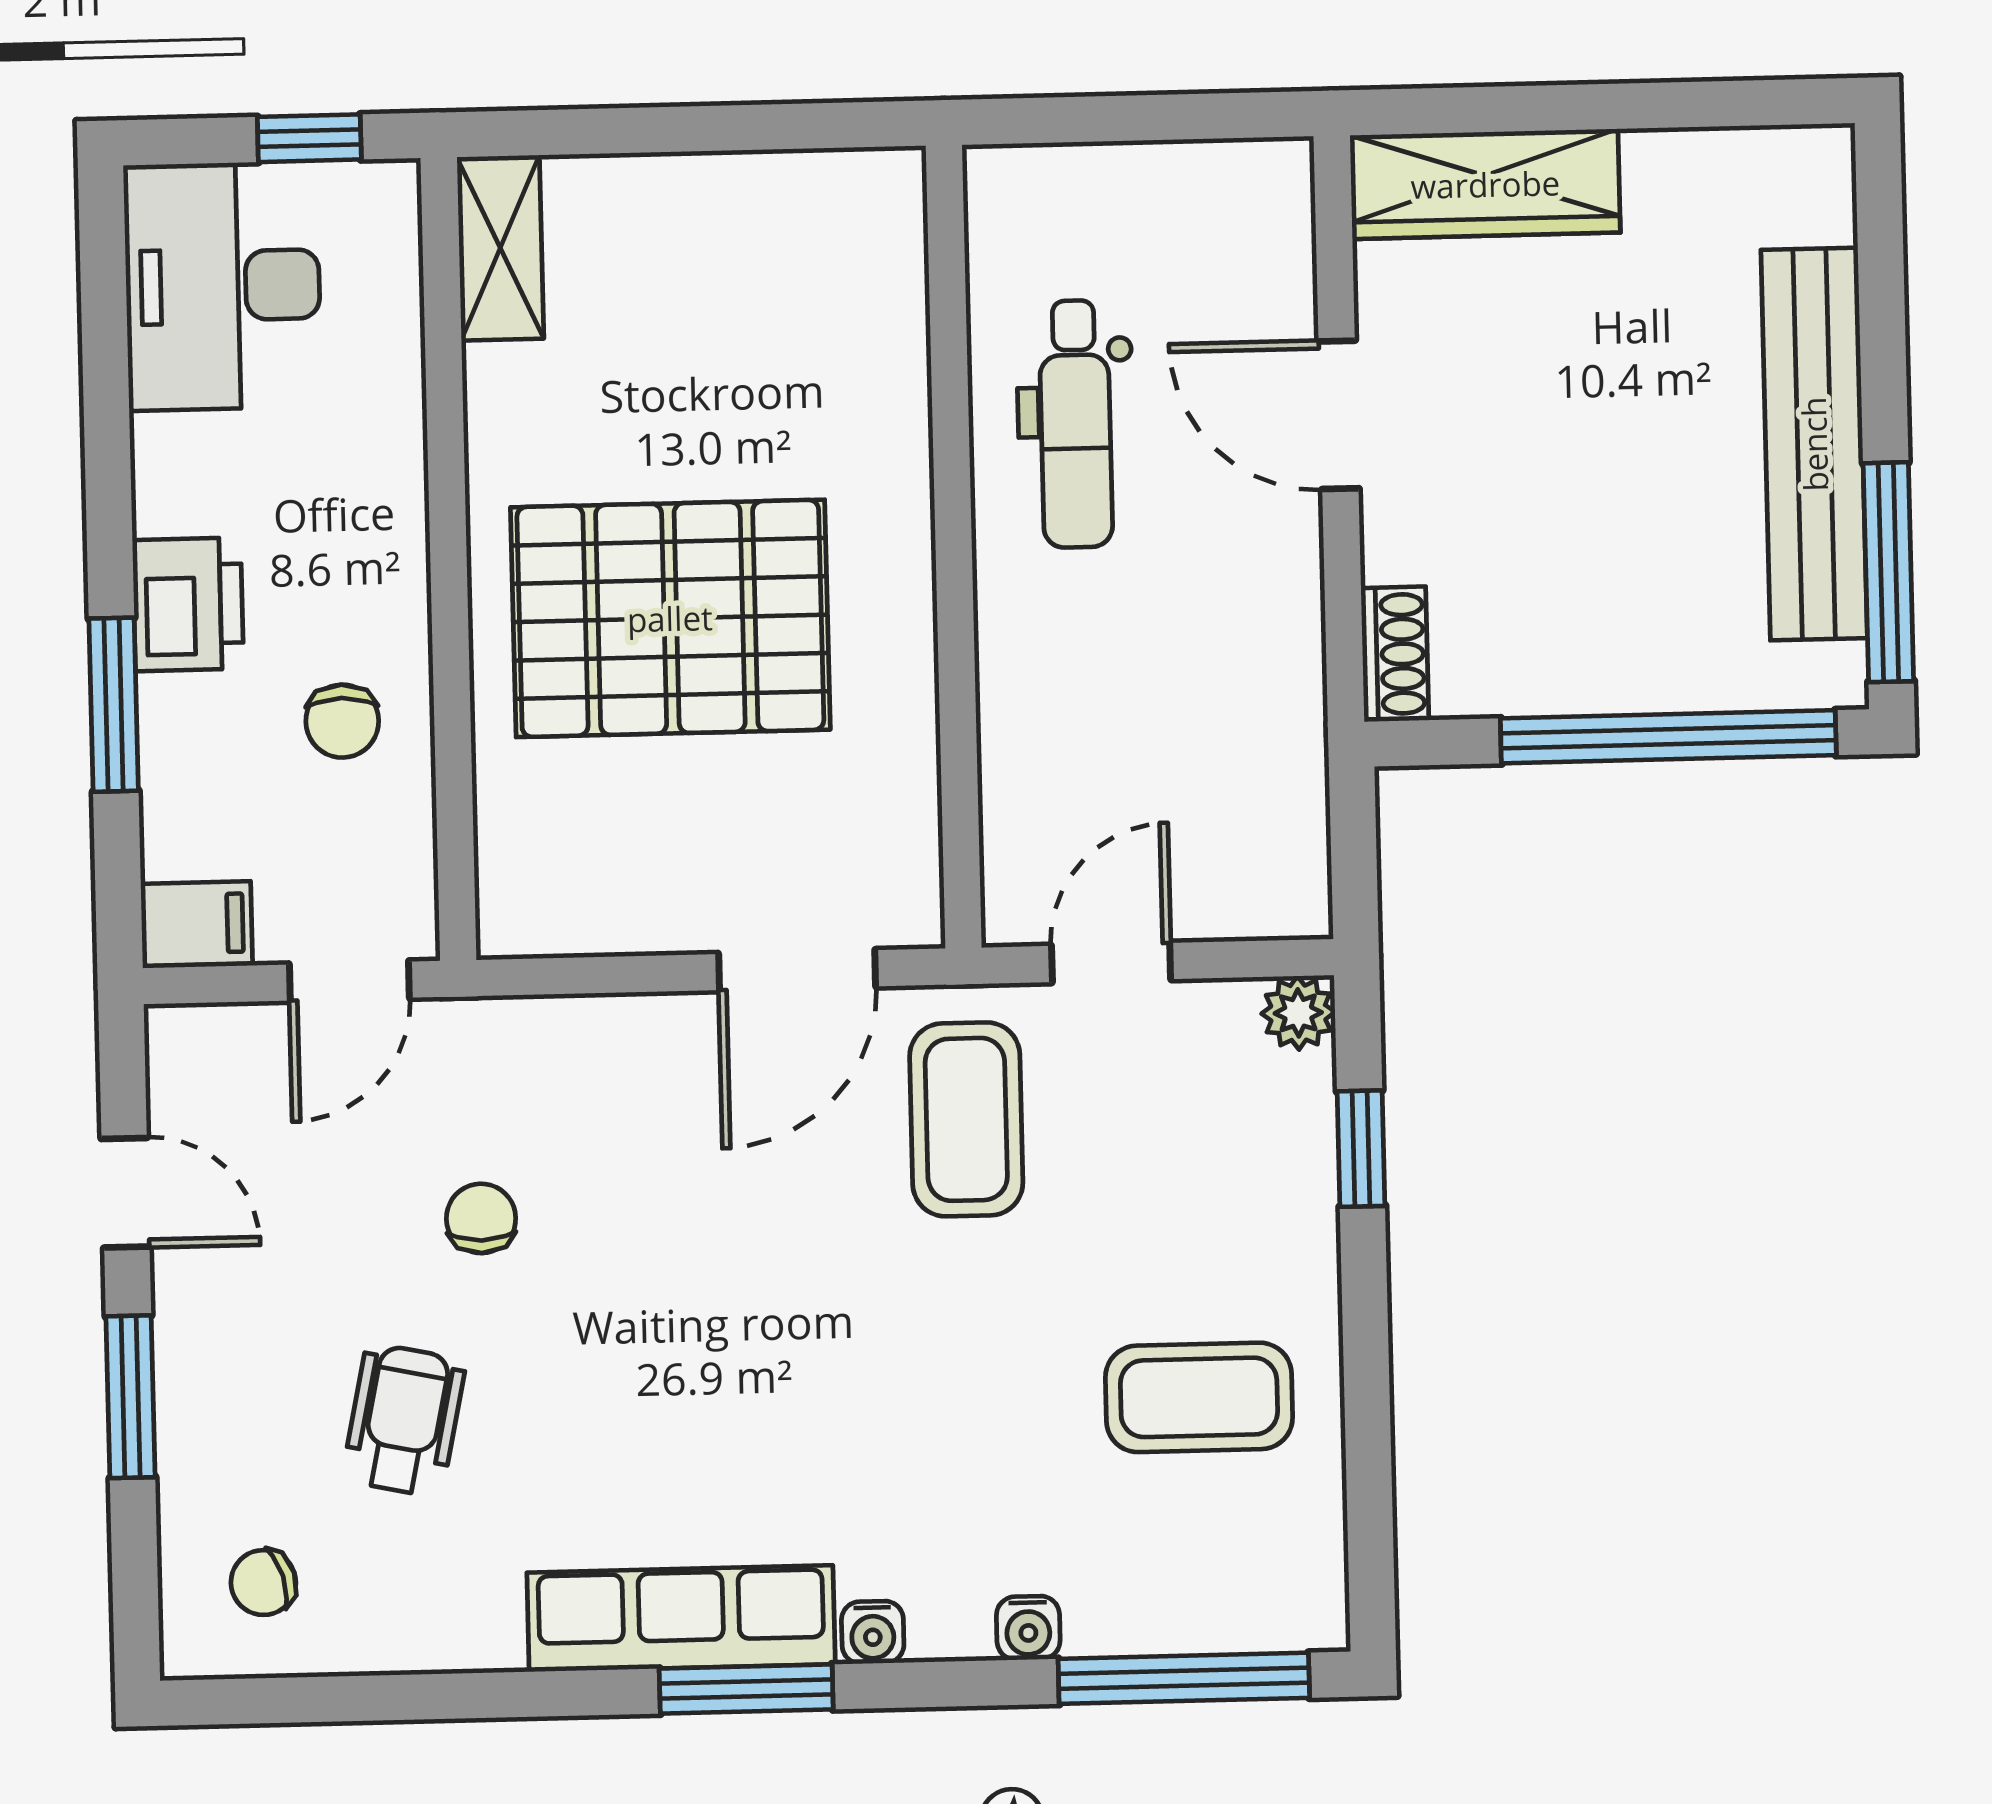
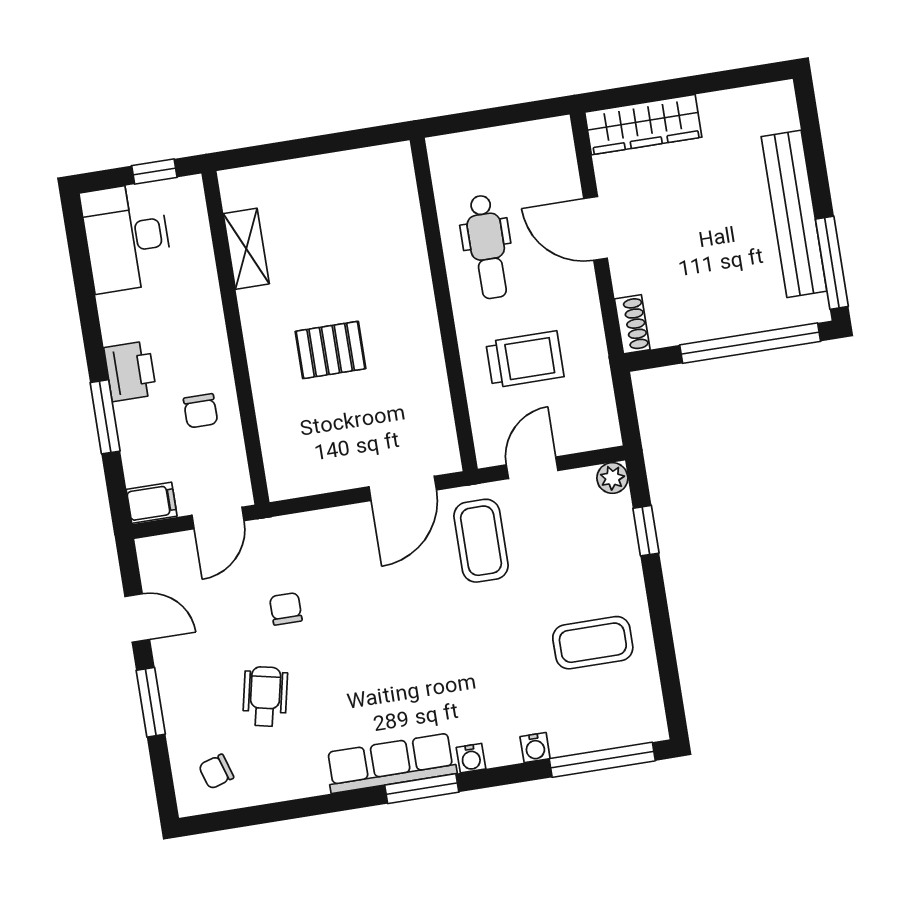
shelving: (500, 248) -> (246, 249), moved
pallet: (670, 618) -> (331, 350), width x0.49, depth x0.50
trolley: (1129, 703) -> (525, 359), added

